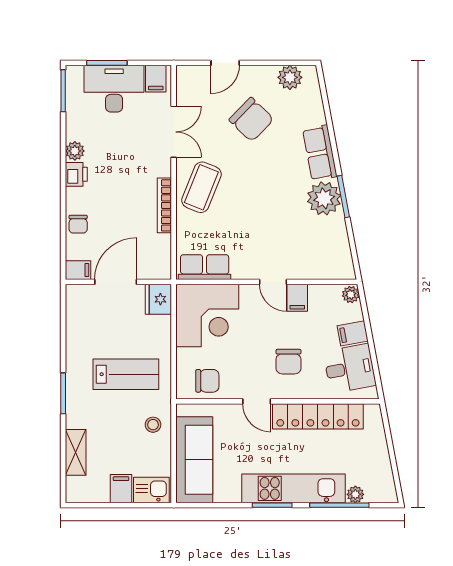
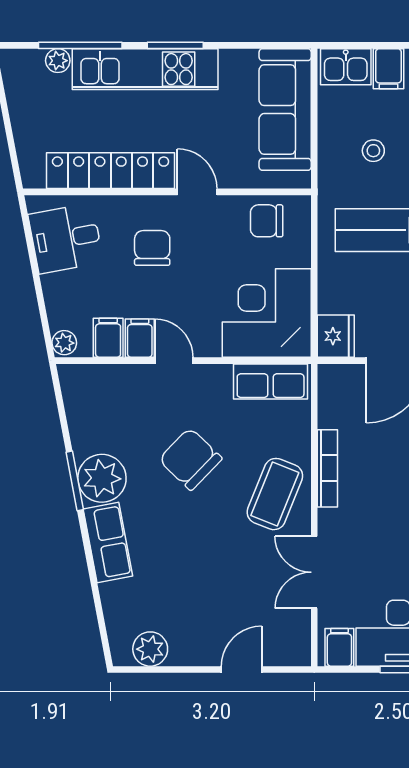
chair: (251, 119) -> (190, 459), moved
filing cabinet: (353, 333) -> (108, 338), moved, turned -79
stool: (153, 425) -> (373, 151), moved

